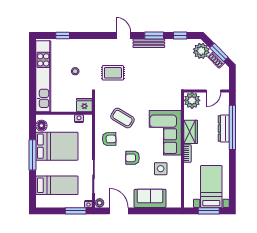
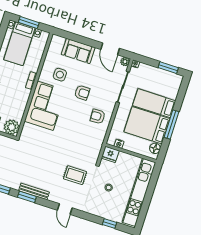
door: (123, 36) -> (65, 209), moved
coffee table: (122, 118) -> (80, 132), removed
wardrobe: (191, 132) -> (22, 99), removed
bed: (57, 185) -> (154, 103), moved
window: (76, 211) -> (168, 68), moved

